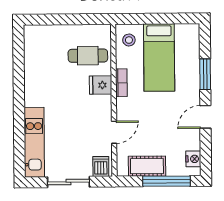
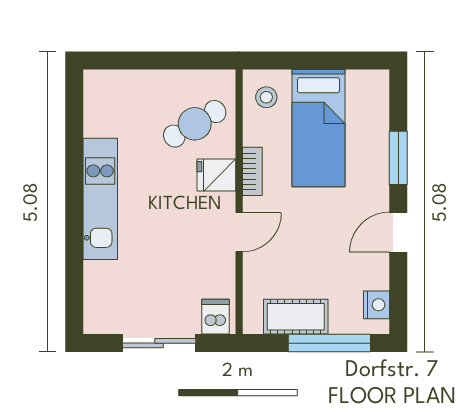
cafe table: (88, 56) -> (195, 124), turned -31
door: (114, 132) -> (239, 232), moved
kitchen unit: (34, 142) -> (100, 199), moved

